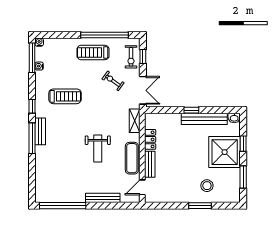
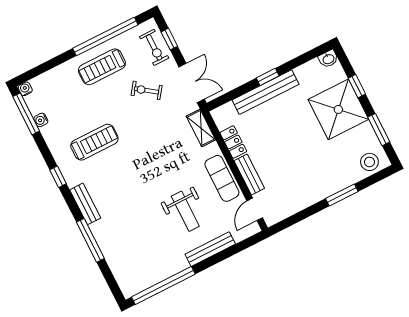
bench: (204, 119) -> (265, 92), moved
window: (32, 138) -> (90, 240), moved
weight bench: (98, 148) -> (185, 211), moved
stool: (207, 186) -> (369, 162), moved

